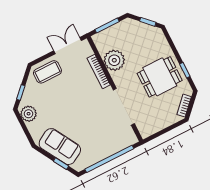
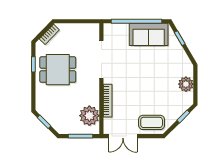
plant: (114, 60) -> (89, 116), moved
plant: (29, 114) -> (186, 84), moved
sofa: (60, 147) -> (149, 34), moved, turned -60

